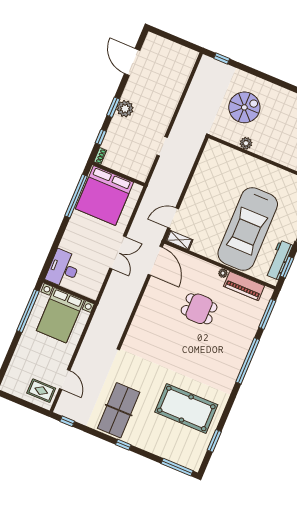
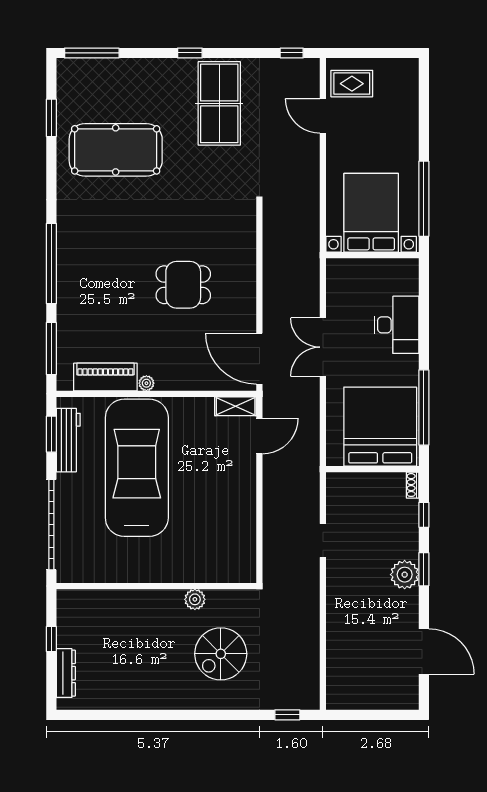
desk: (63, 269) -> (396, 325), moved
dining table: (199, 309) -> (183, 285), moved

